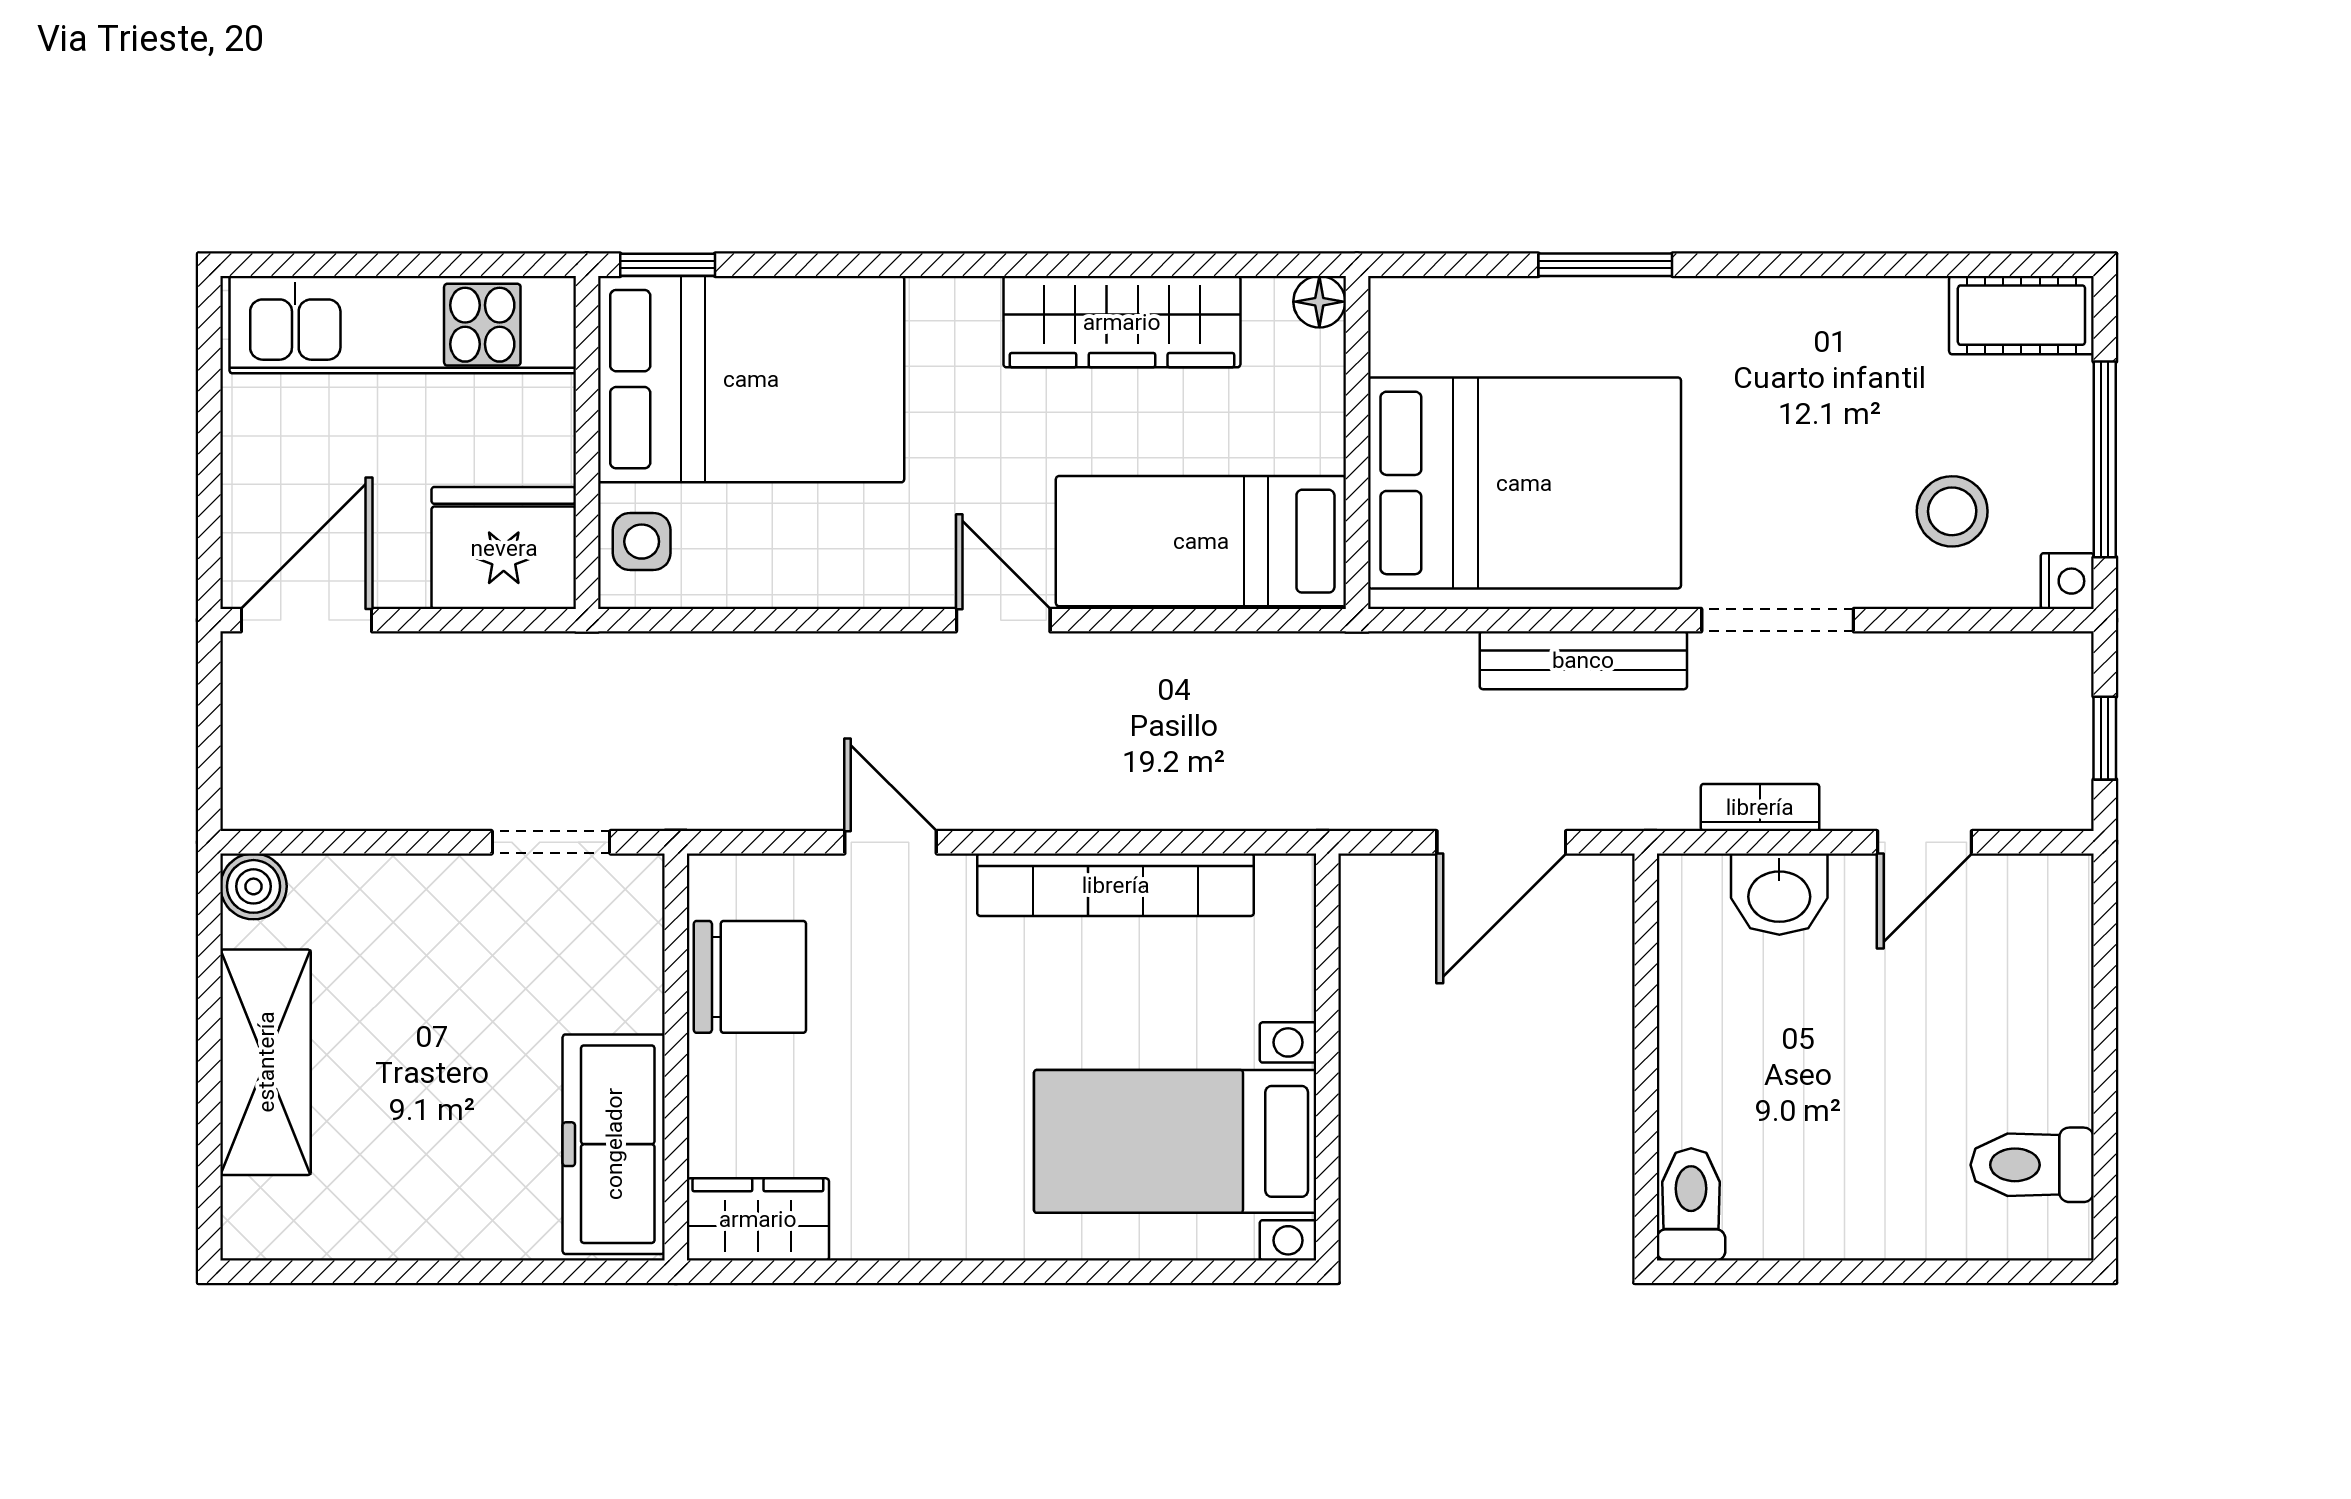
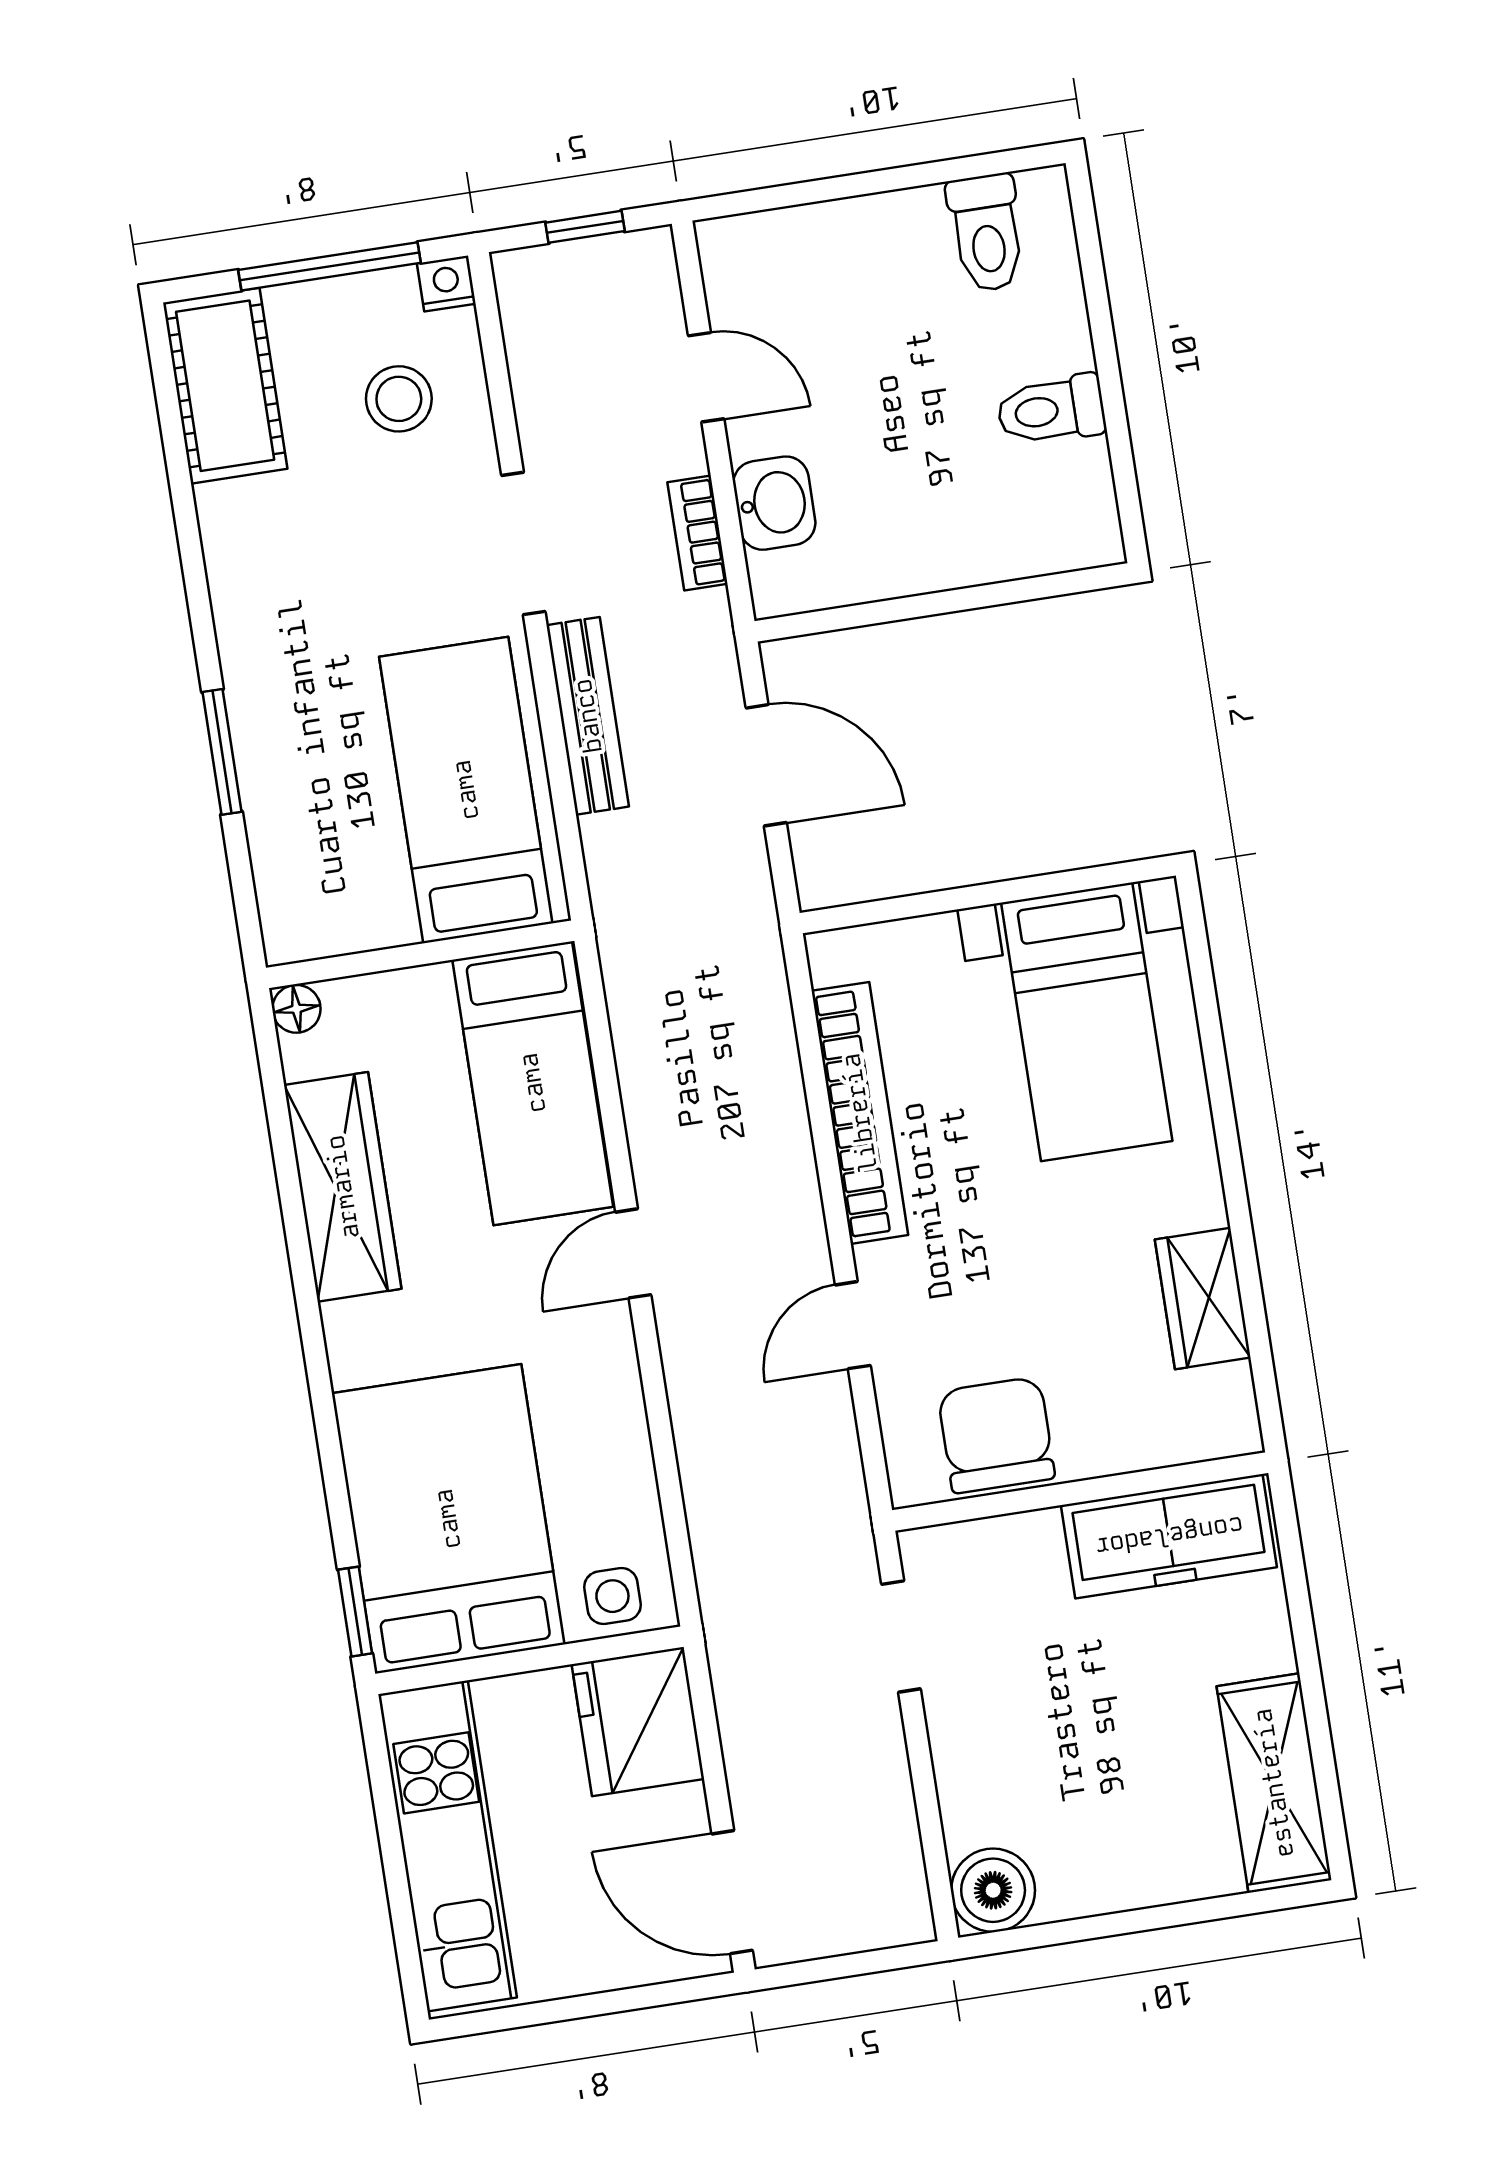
cot: (2021, 315) -> (225, 386), width x1.37, depth x1.34
bed: (1524, 483) -> (466, 790), width x0.67
boiler: (253, 886) -> (993, 1890), width x1.36, depth x1.36
shelving: (266, 1062) -> (1274, 1783), moved, turned 90
toilet: (1691, 1204) -> (1051, 410), moved
wardrobe: (758, 1219) -> (1203, 1298), moved

